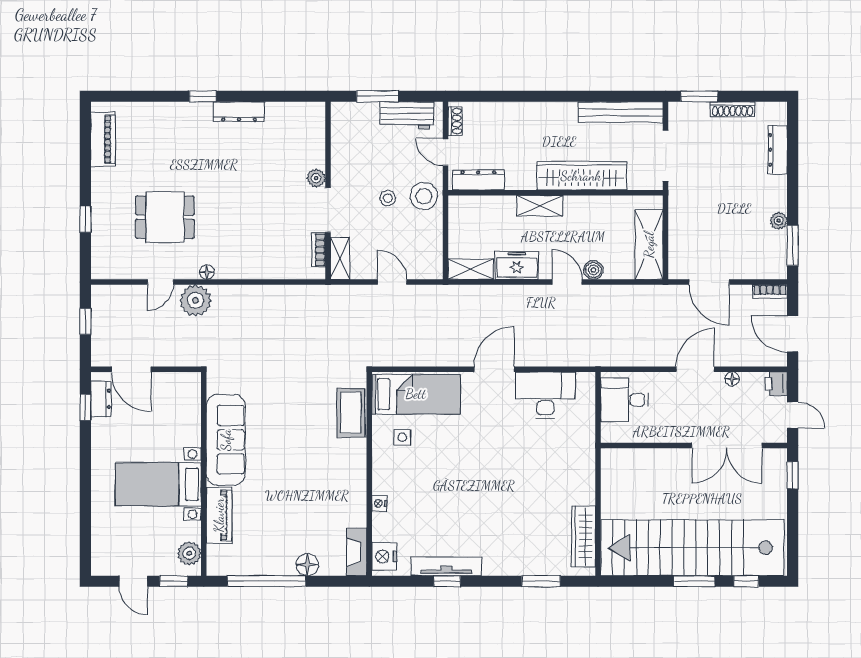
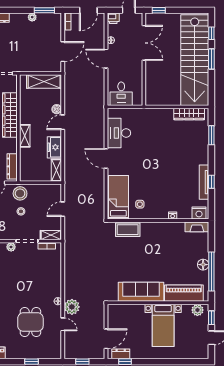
piano: (219, 515) -> (184, 293), width x1.37, depth x1.33
floor lamp: (307, 565) -> (203, 265), moved

